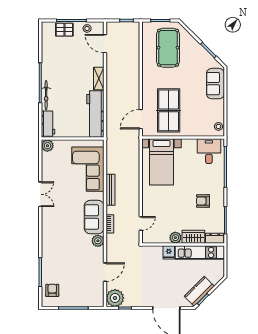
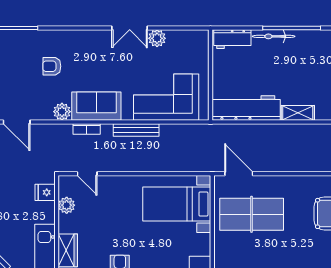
plant: (47, 146) -> (157, 38), moved
plant: (175, 238) -> (67, 205), moved
armchair: (67, 248) -> (52, 66), added
fridge: (169, 252) -> (45, 192), moved

